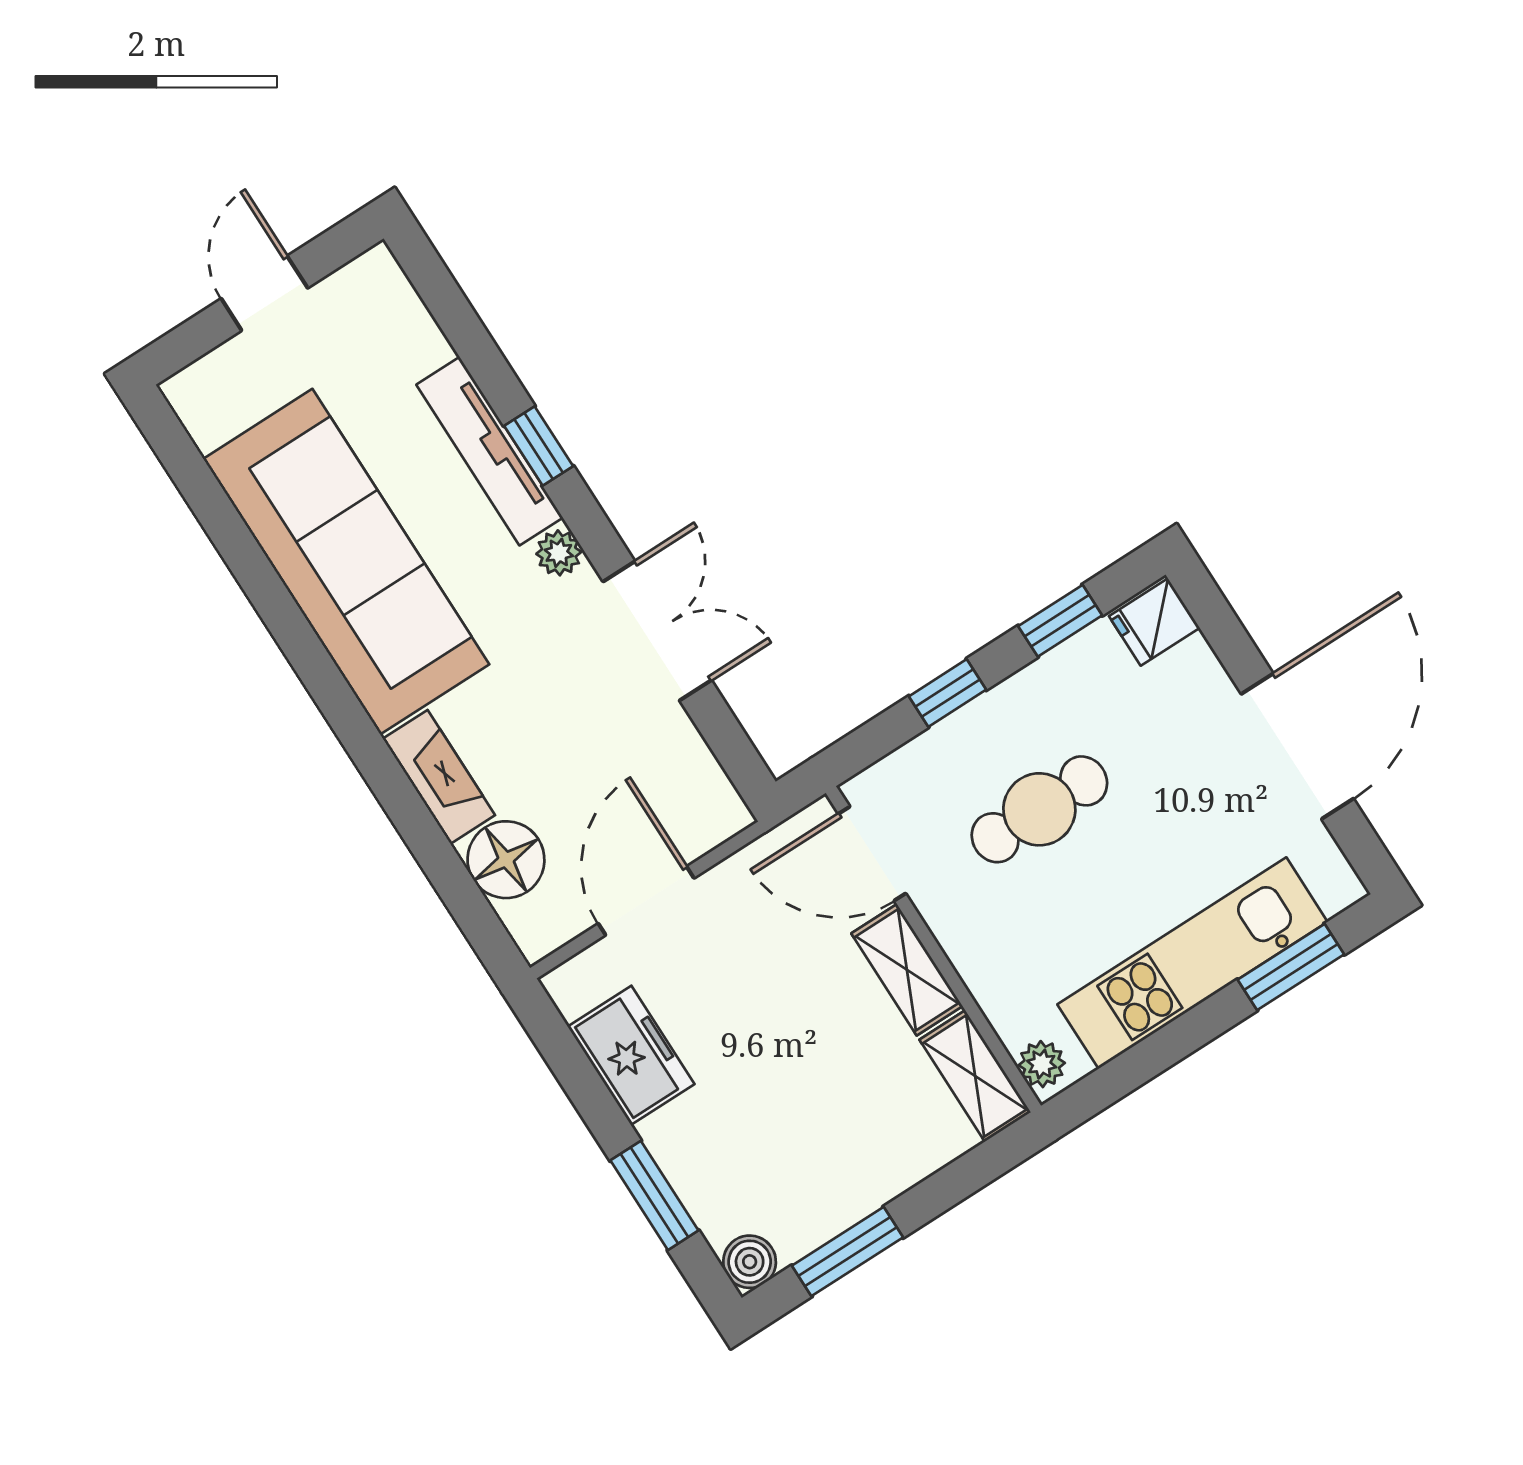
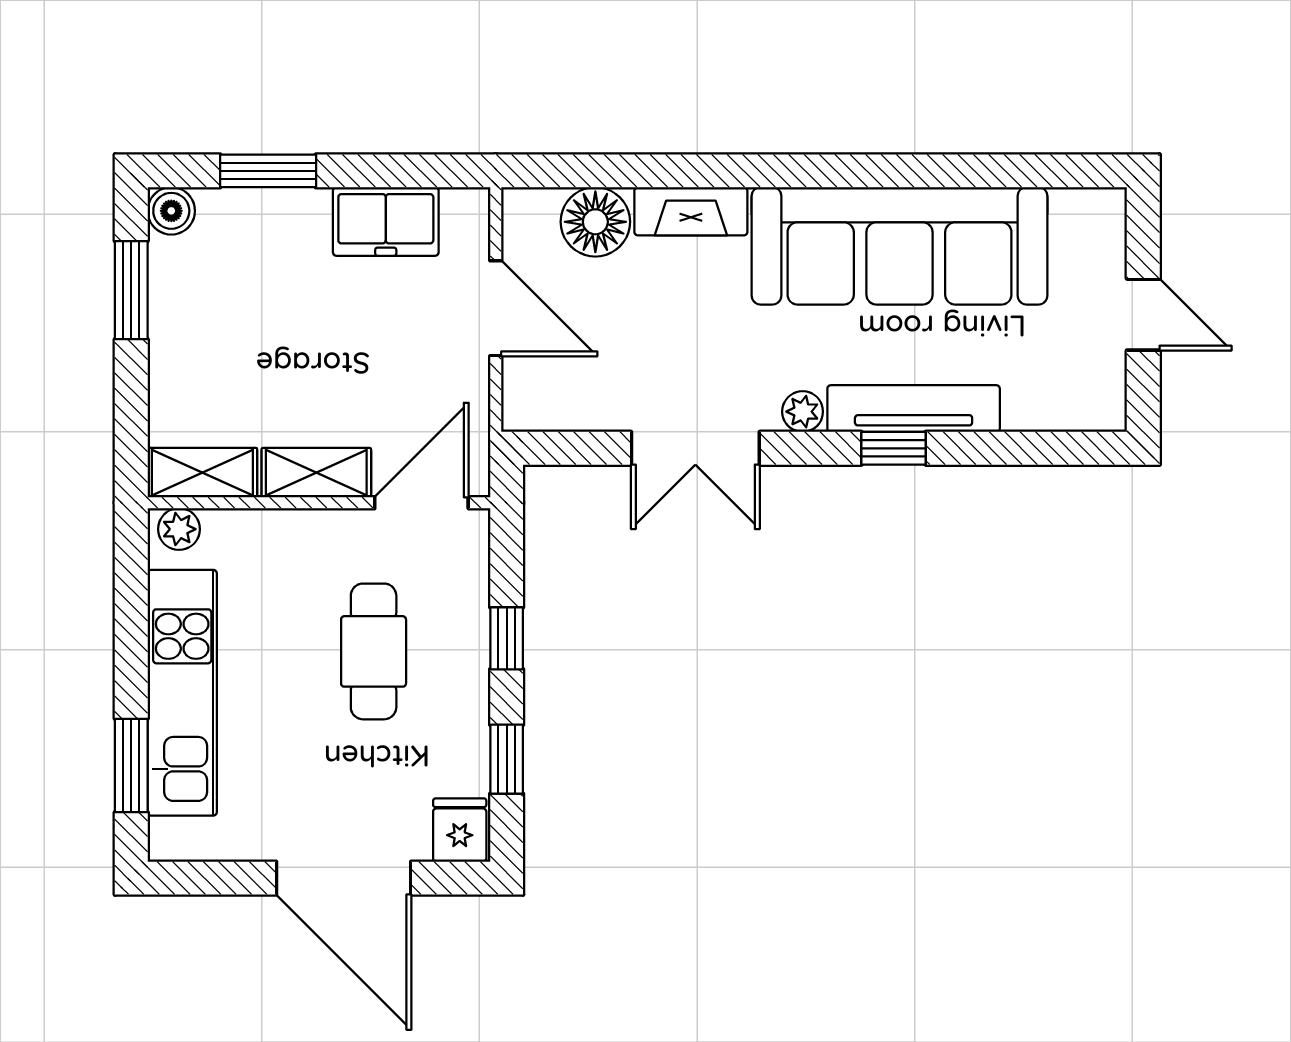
door: (1297, 746) -> (344, 878), moved

